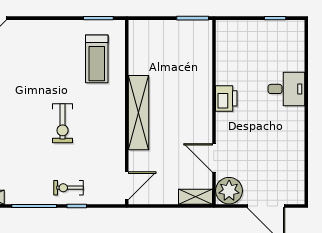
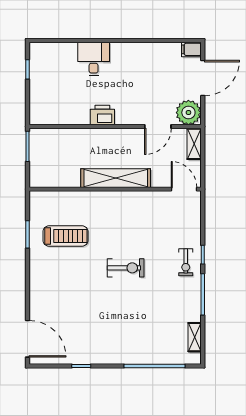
wall: (127, 112) -> (115, 189), moved
shelving: (139, 113) -> (116, 178), moved
door: (127, 186) -> (184, 189), moved
filing cabinet: (297, 194) -> (191, 49), added

